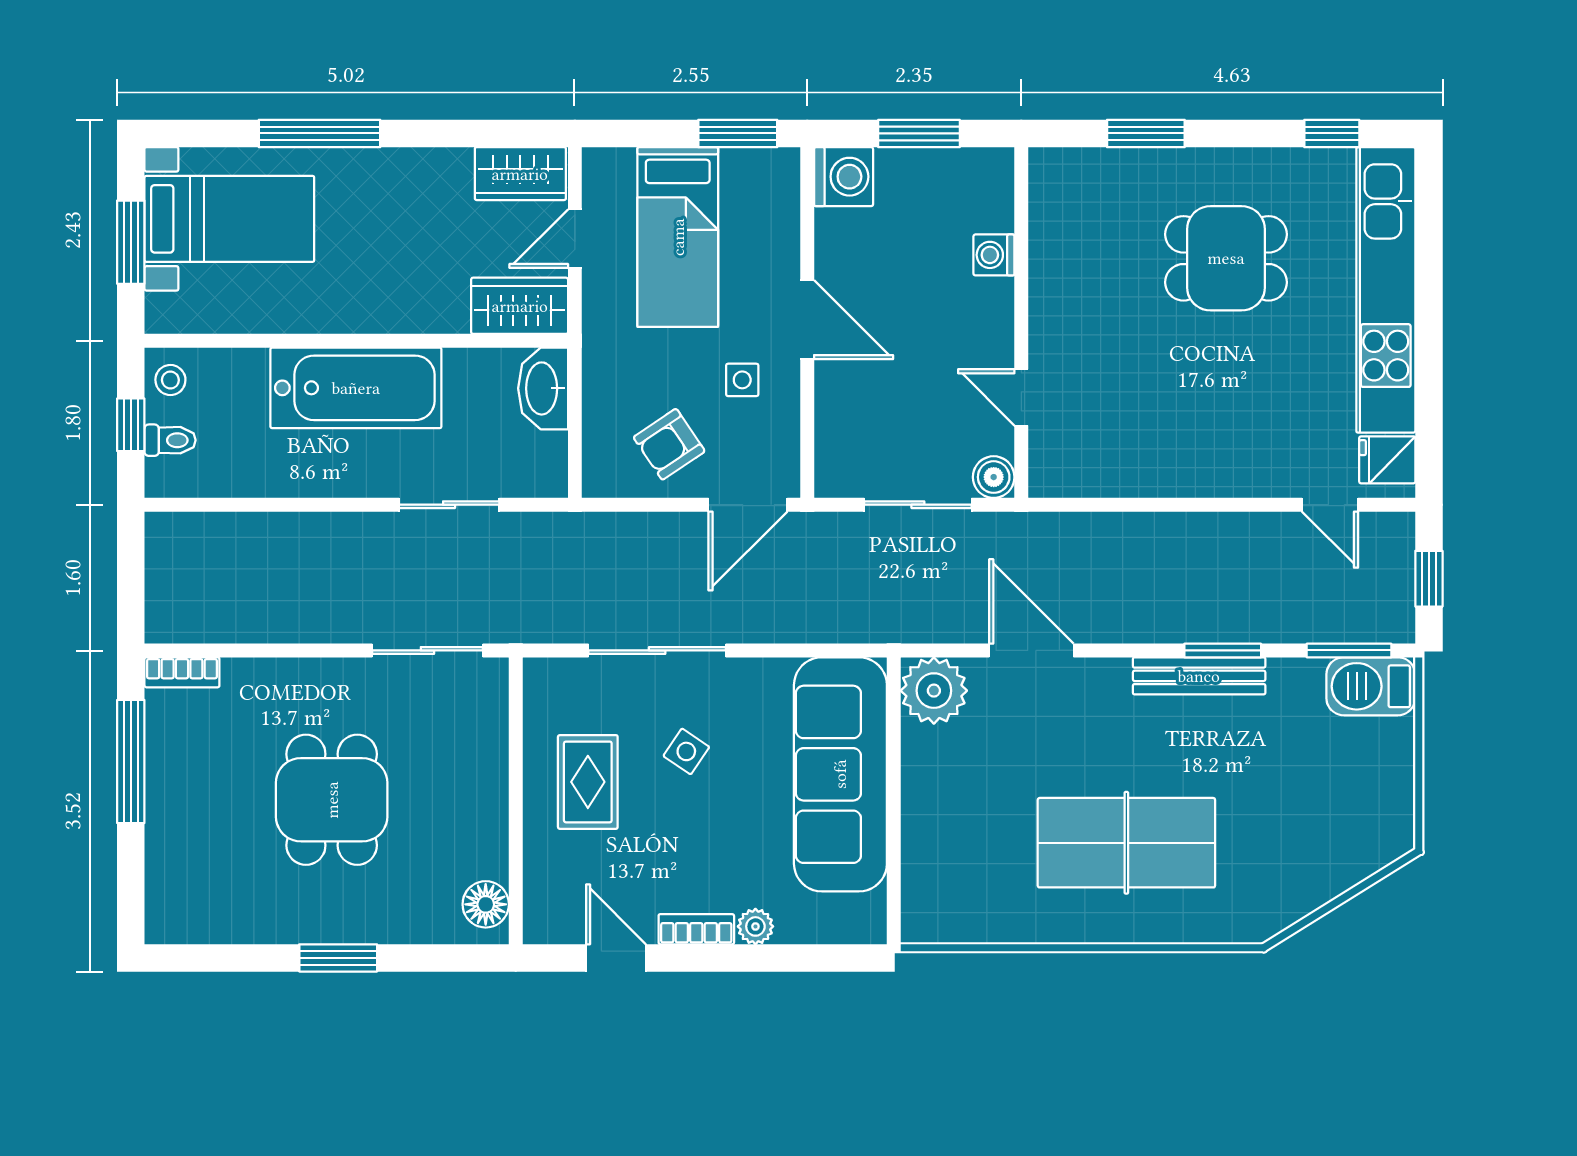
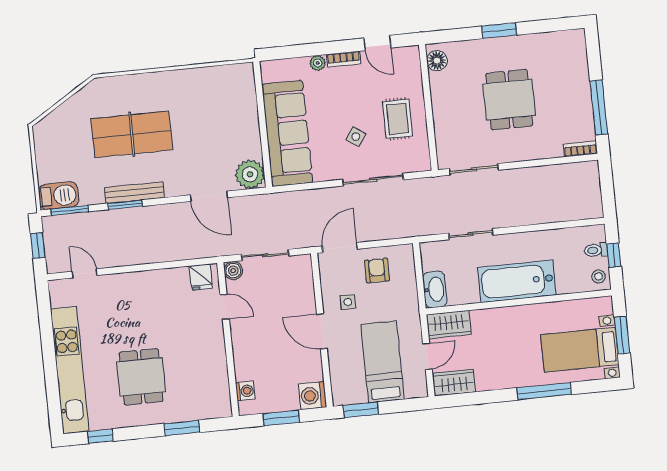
washing machine: (994, 255) -> (245, 391), moved
dining table: (1226, 258) -> (141, 377), turned 90
armchair: (669, 444) -> (377, 271), turned -56
fridge: (1387, 460) -> (201, 277), moved, turned 90
table tennis table: (1126, 843) -> (132, 134), moved

